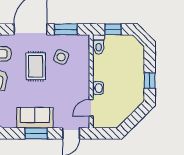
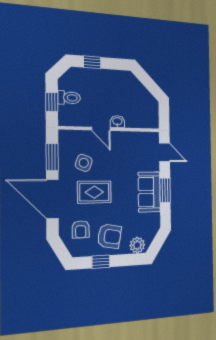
toilet: (99, 44) -> (69, 98), moved
window: (150, 81) -> (92, 62), moved
door: (91, 108) -> (101, 129), moved

